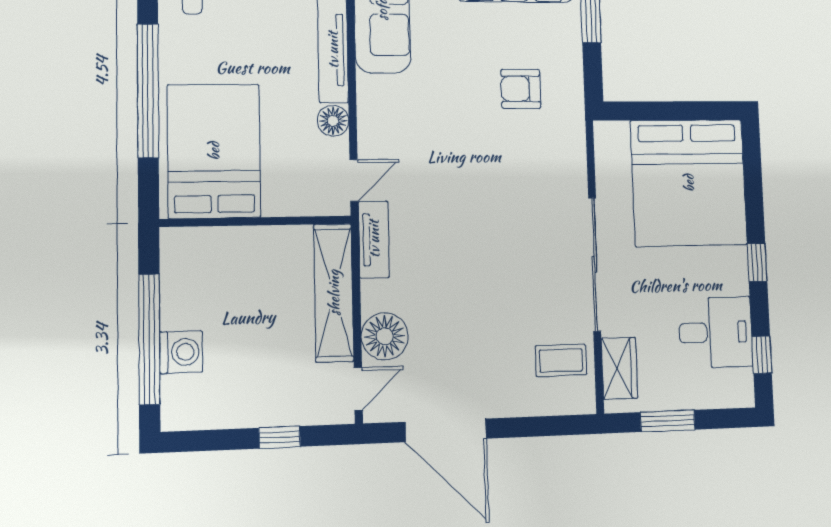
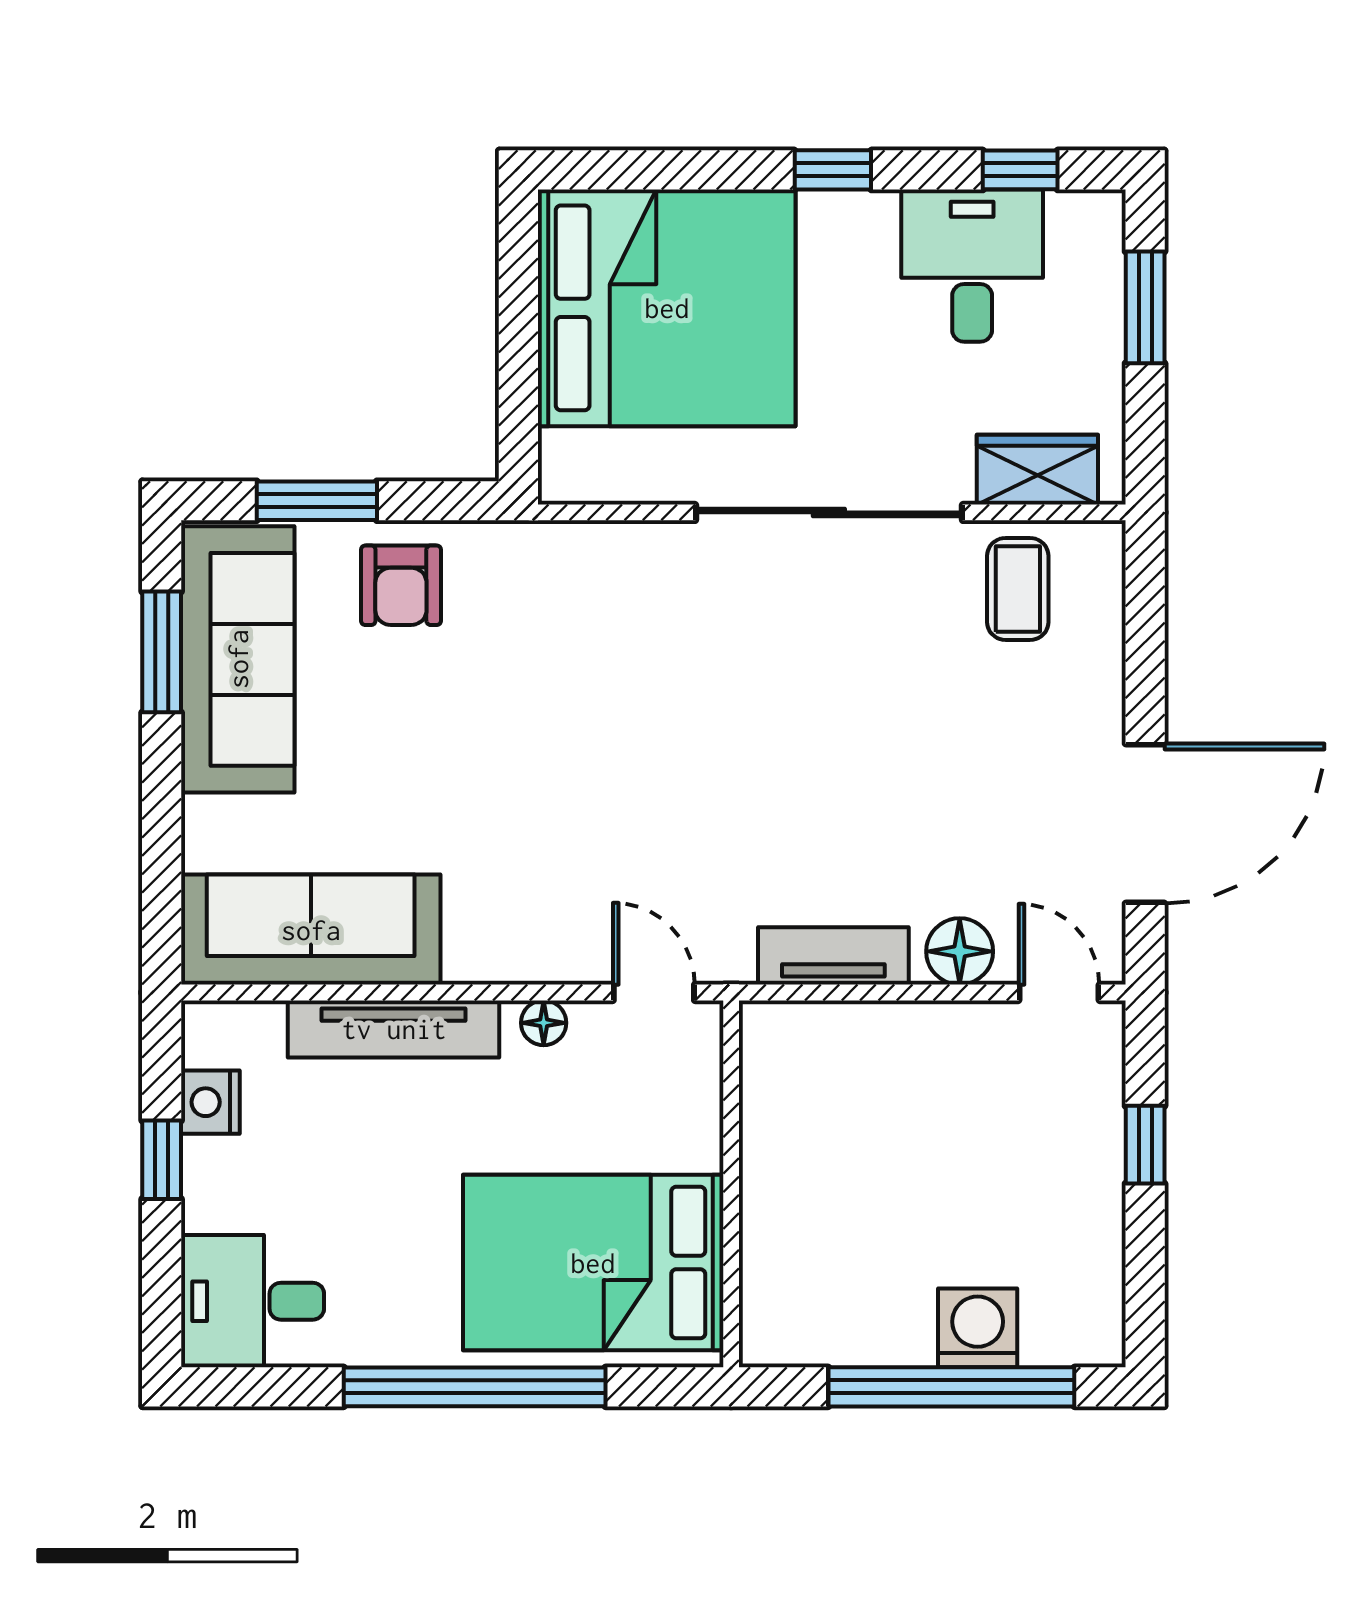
armchair: (521, 89) -> (401, 585), moved
floor lamp: (333, 121) -> (544, 1023), width x0.73, depth x0.73
tv unit: (374, 239) -> (833, 956), moved
shelving: (334, 293) -> (872, 1037), removed
floor lamp: (385, 336) -> (960, 951), width x0.73, depth x0.73
window: (668, 421) -> (1145, 307), moved

